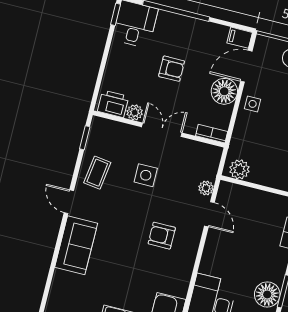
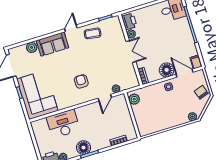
armchair: (172, 69) -> (162, 39), removed
side table: (146, 175) -> (105, 57), removed
plant: (62, 281) -> (32, 47), added

